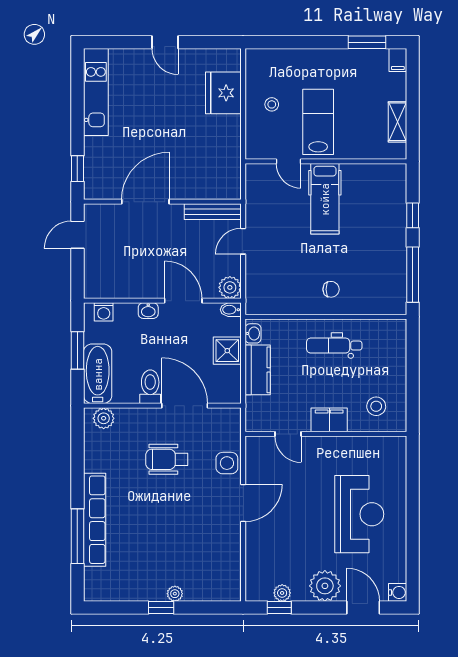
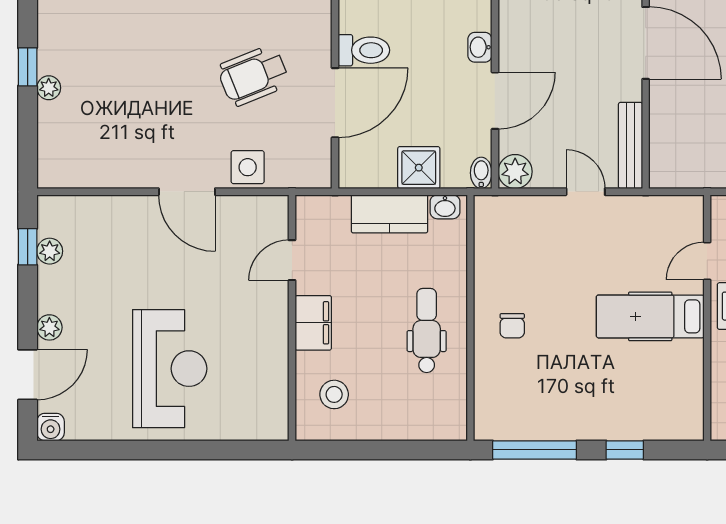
wheelchair: (167, 459) -> (253, 76), turned -112
reception desk: (359, 514) -> (170, 369), turned -90
plant: (325, 586) -> (49, 327), width x0.53, depth x0.53

